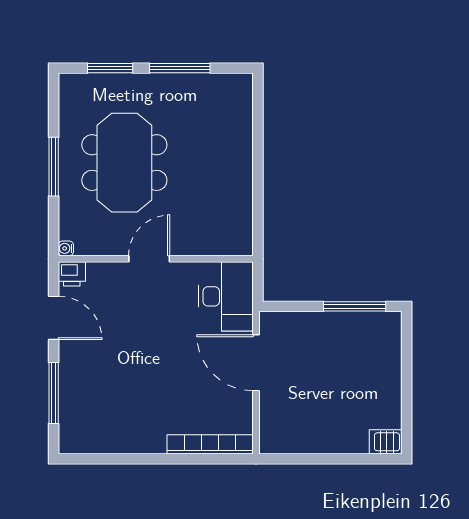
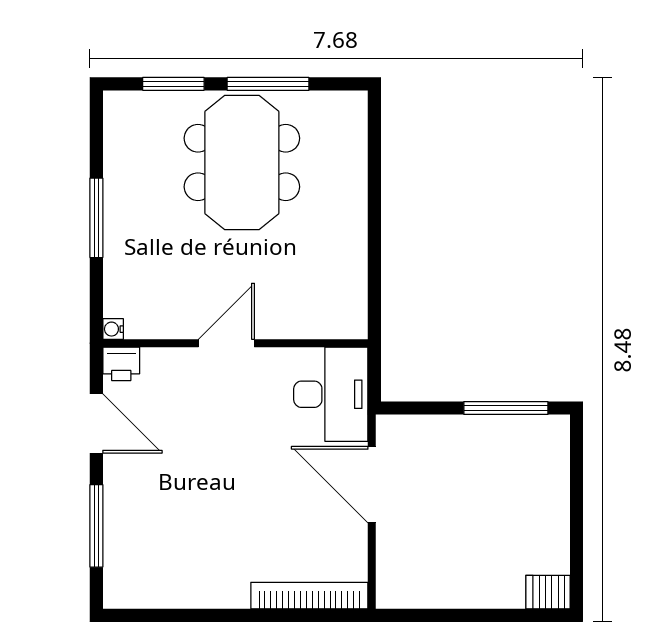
meeting table: (124, 163) -> (242, 162), moved

